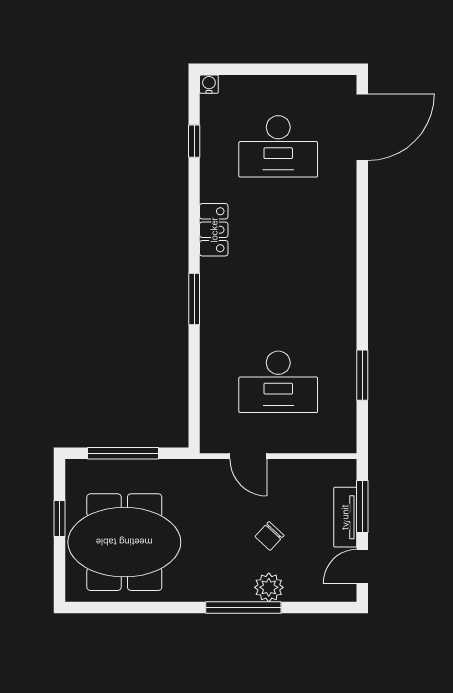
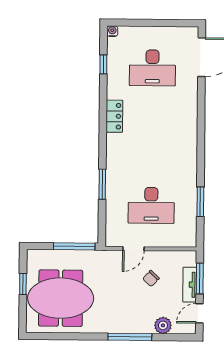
window: (194, 299) -> (102, 184), moved
window: (123, 453) -> (74, 246), moved
door: (248, 456) -> (133, 249), hinge flipped
chair: (269, 536) -> (151, 278), moved
plant: (269, 587) -> (163, 325), moved

